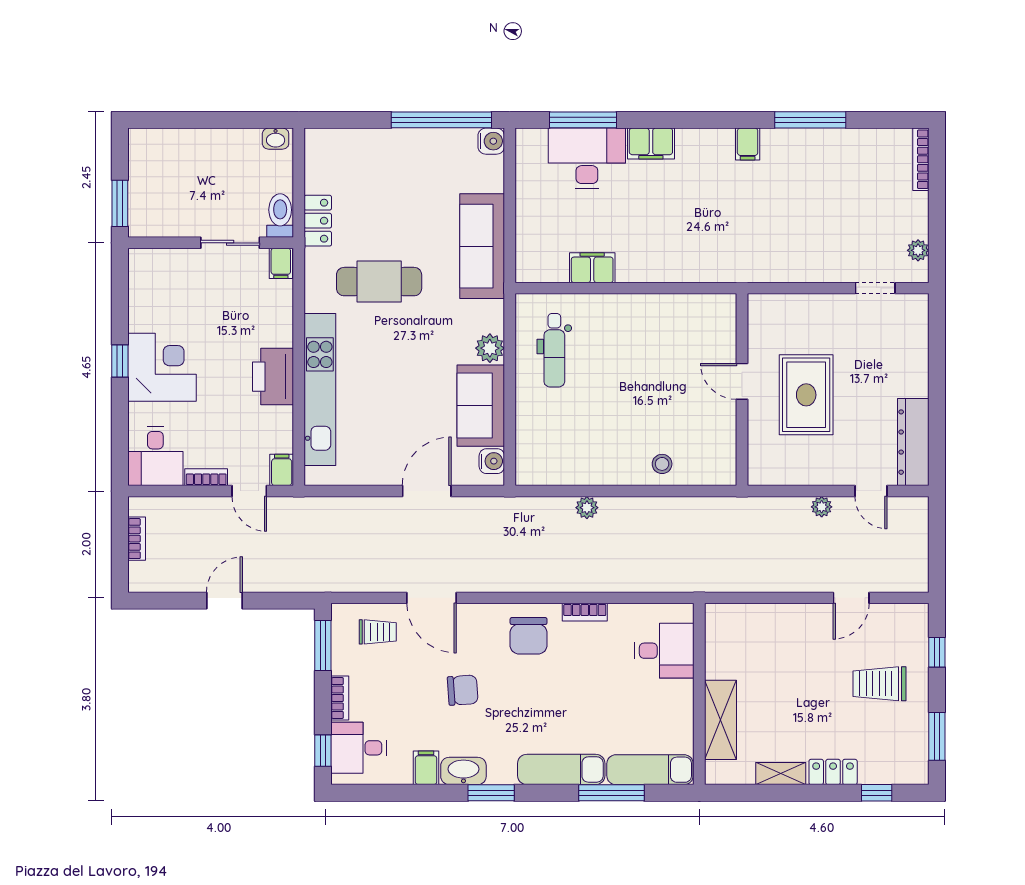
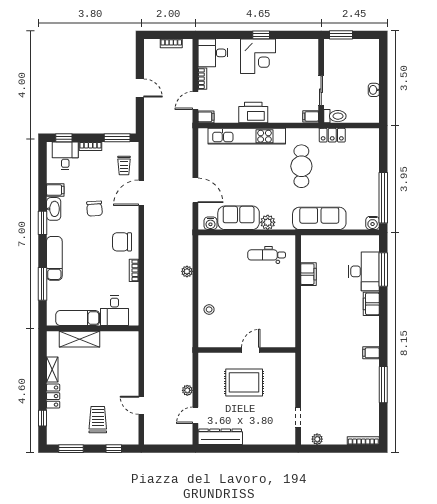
washbasin: (276, 139) -> (374, 90), moved
exam couch: (650, 770) -> (78, 318), moved, turned -90

